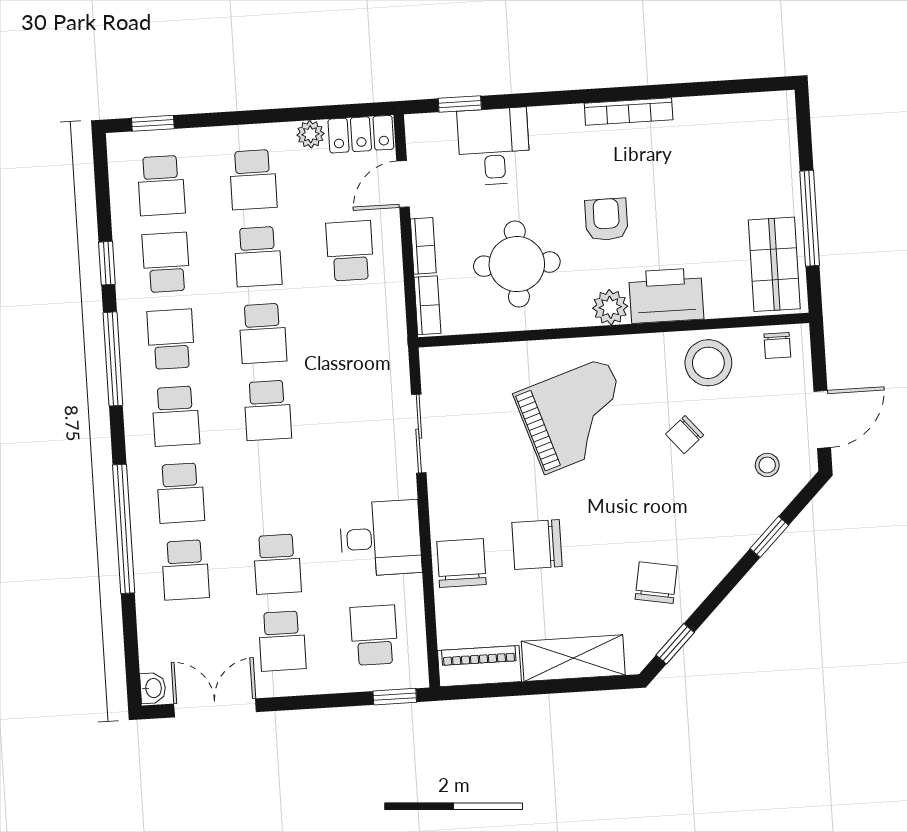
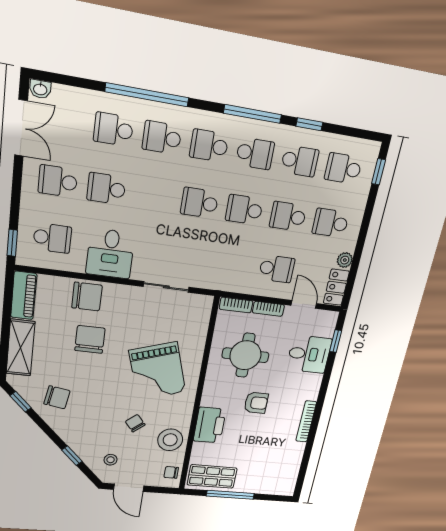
plant: (610, 307) -> (211, 398), removed

